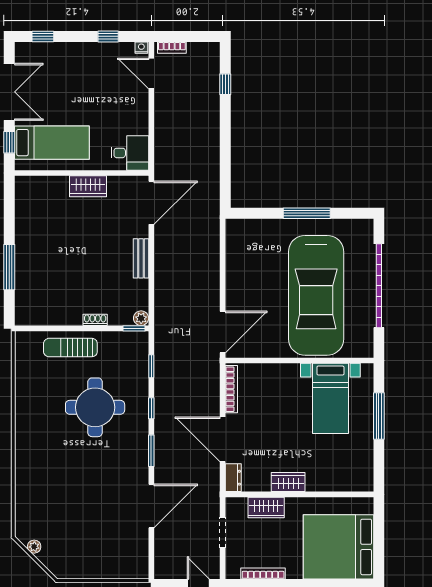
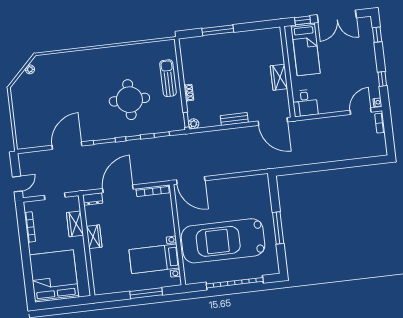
window: (225, 84) -> (359, 162), removed
door: (151, 506) -> (67, 146), swing flipped

